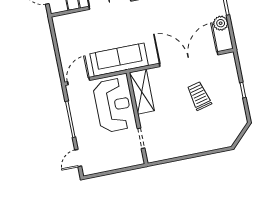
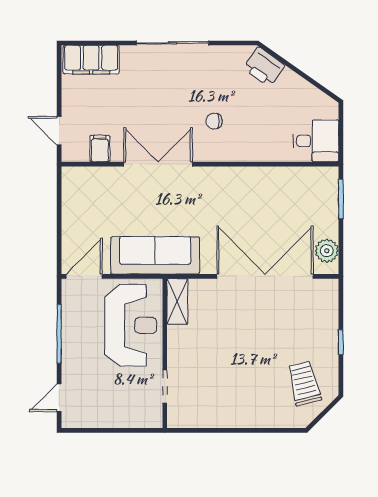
plant: (221, 23) -> (327, 251), moved
shelving: (142, 92) -> (177, 301), width x0.67, depth x0.75
trolley: (199, 96) -> (304, 383), moved

